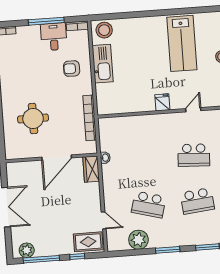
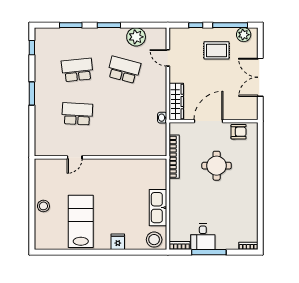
armchair: (72, 69) -> (239, 132), moved
fridge: (162, 102) -> (118, 242), moved, turned 180
round table: (33, 119) -> (217, 166), moved
wardrobe: (91, 169) -> (176, 102), width x1.50
rug: (88, 242) -> (216, 50), moved

